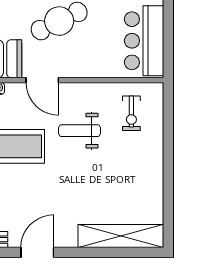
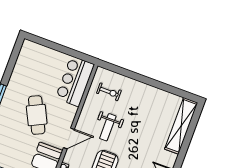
bar counter: (144, 41) -> (75, 81), moved, turned 90

